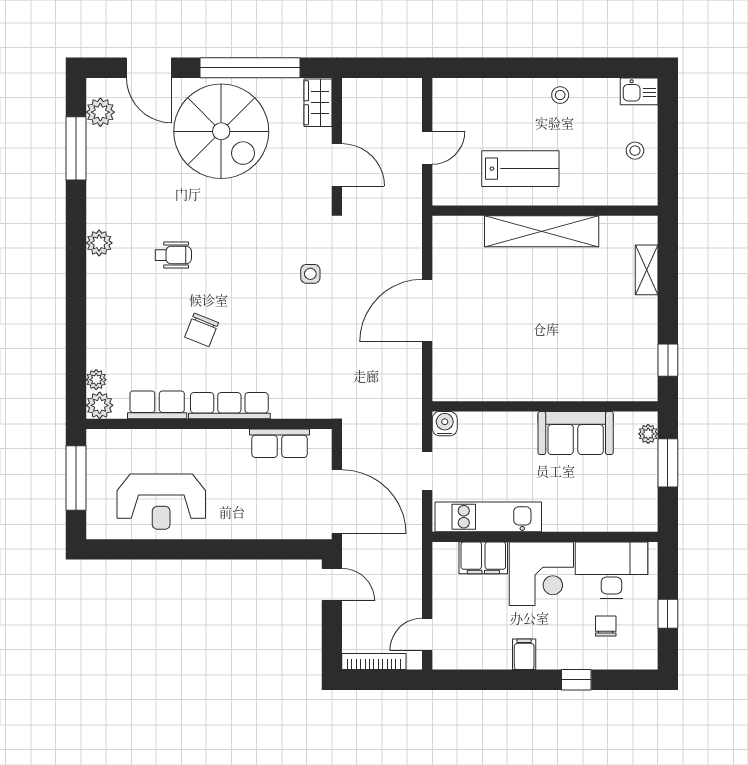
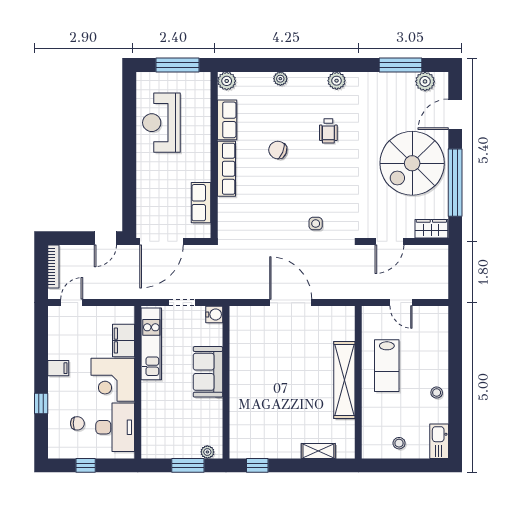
kitchen sink: (639, 91) -> (439, 441), width x1.38
plant: (96, 380) -> (280, 79), moved
sofa: (576, 433) -> (208, 372), moved
door: (427, 634) -> (72, 303), hinge flipped

